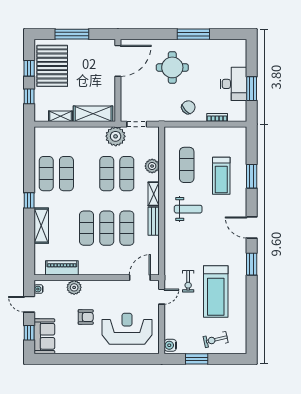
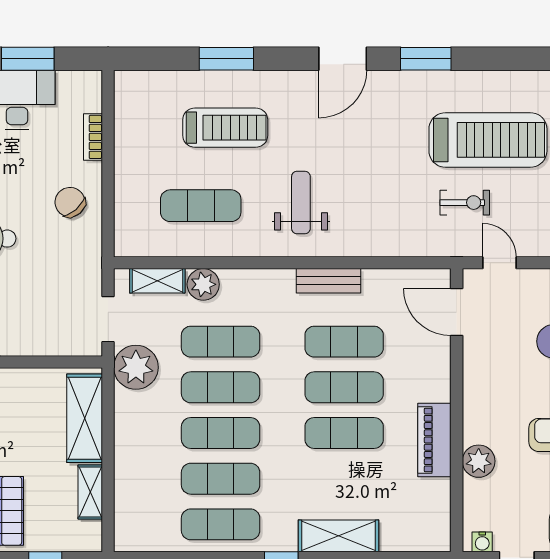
exercise mat: (87, 174) -> (221, 433), added
shelving: (154, 194) -> (157, 281), moved
piano: (62, 268) -> (434, 440), moved

